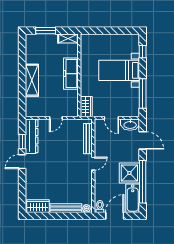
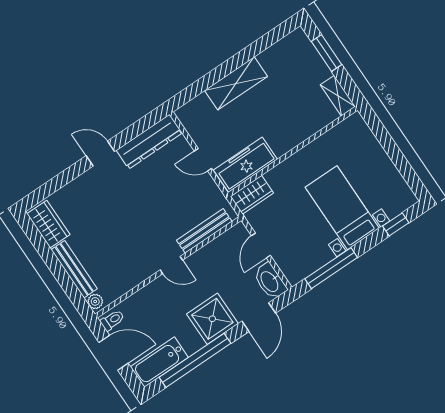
freezer: (71, 74) -> (245, 165), moved
window: (22, 142) -> (131, 133), removed
shower: (129, 173) -> (212, 319), moved

